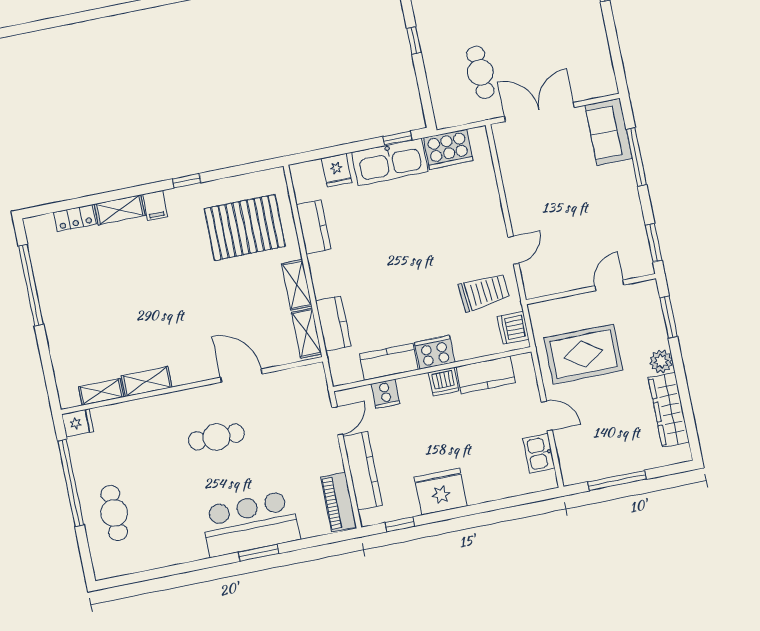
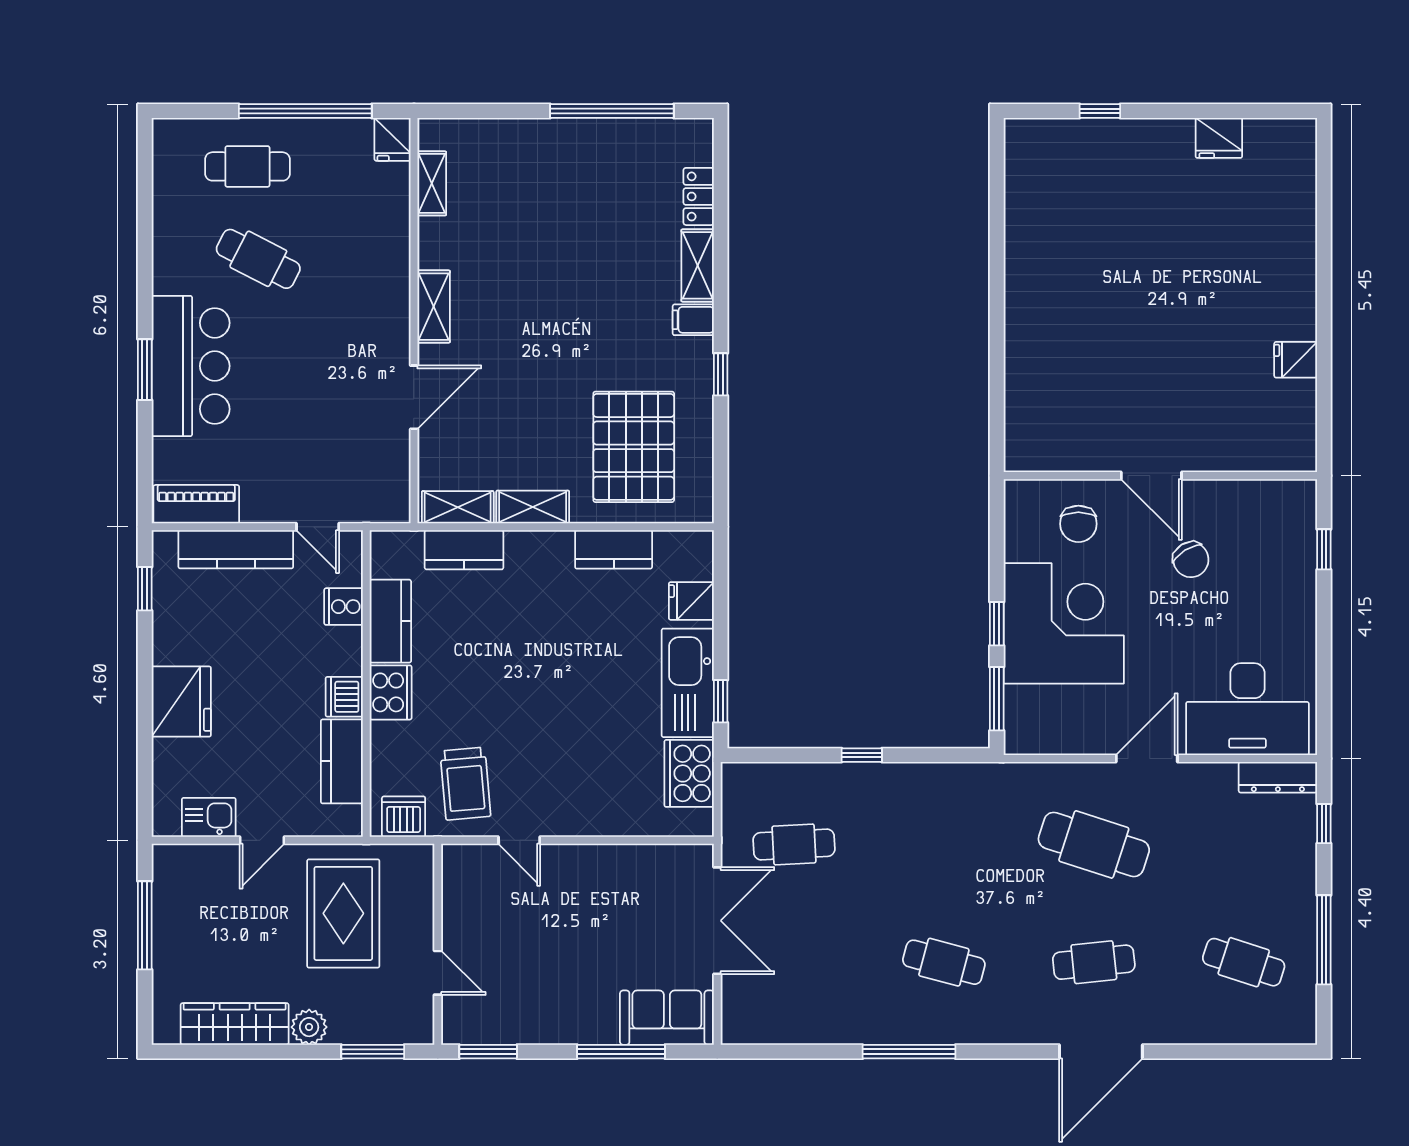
shelving: (147, 381) -> (434, 307), moved
cafe table: (216, 437) -> (258, 259), moved, turned -63
fridge: (440, 492) -> (181, 702), moved

